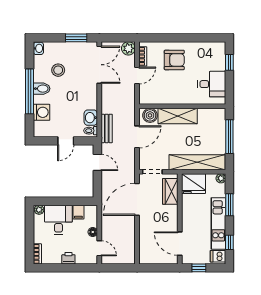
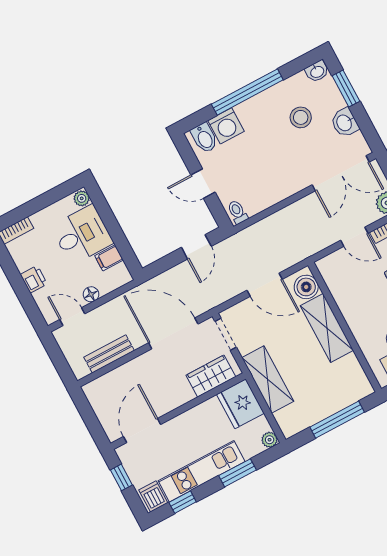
window: (76, 38) -> (346, 89), moved
bidet: (42, 89) -> (204, 138), moved
washbasin: (91, 118) -> (345, 123), moved, turned -90
bench: (107, 128) -> (109, 354), moved
shelving: (197, 162) -> (268, 379), width x0.68
door: (99, 248) -> (72, 317), swing flipped

